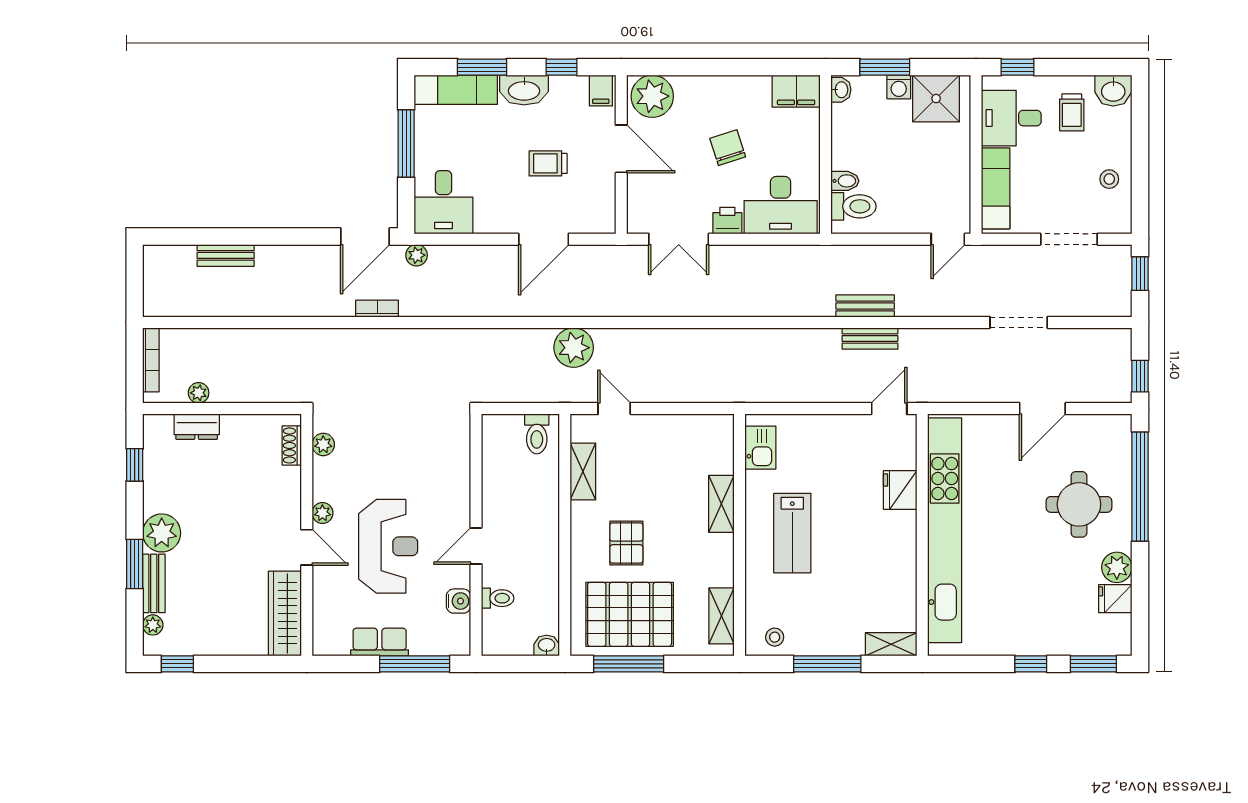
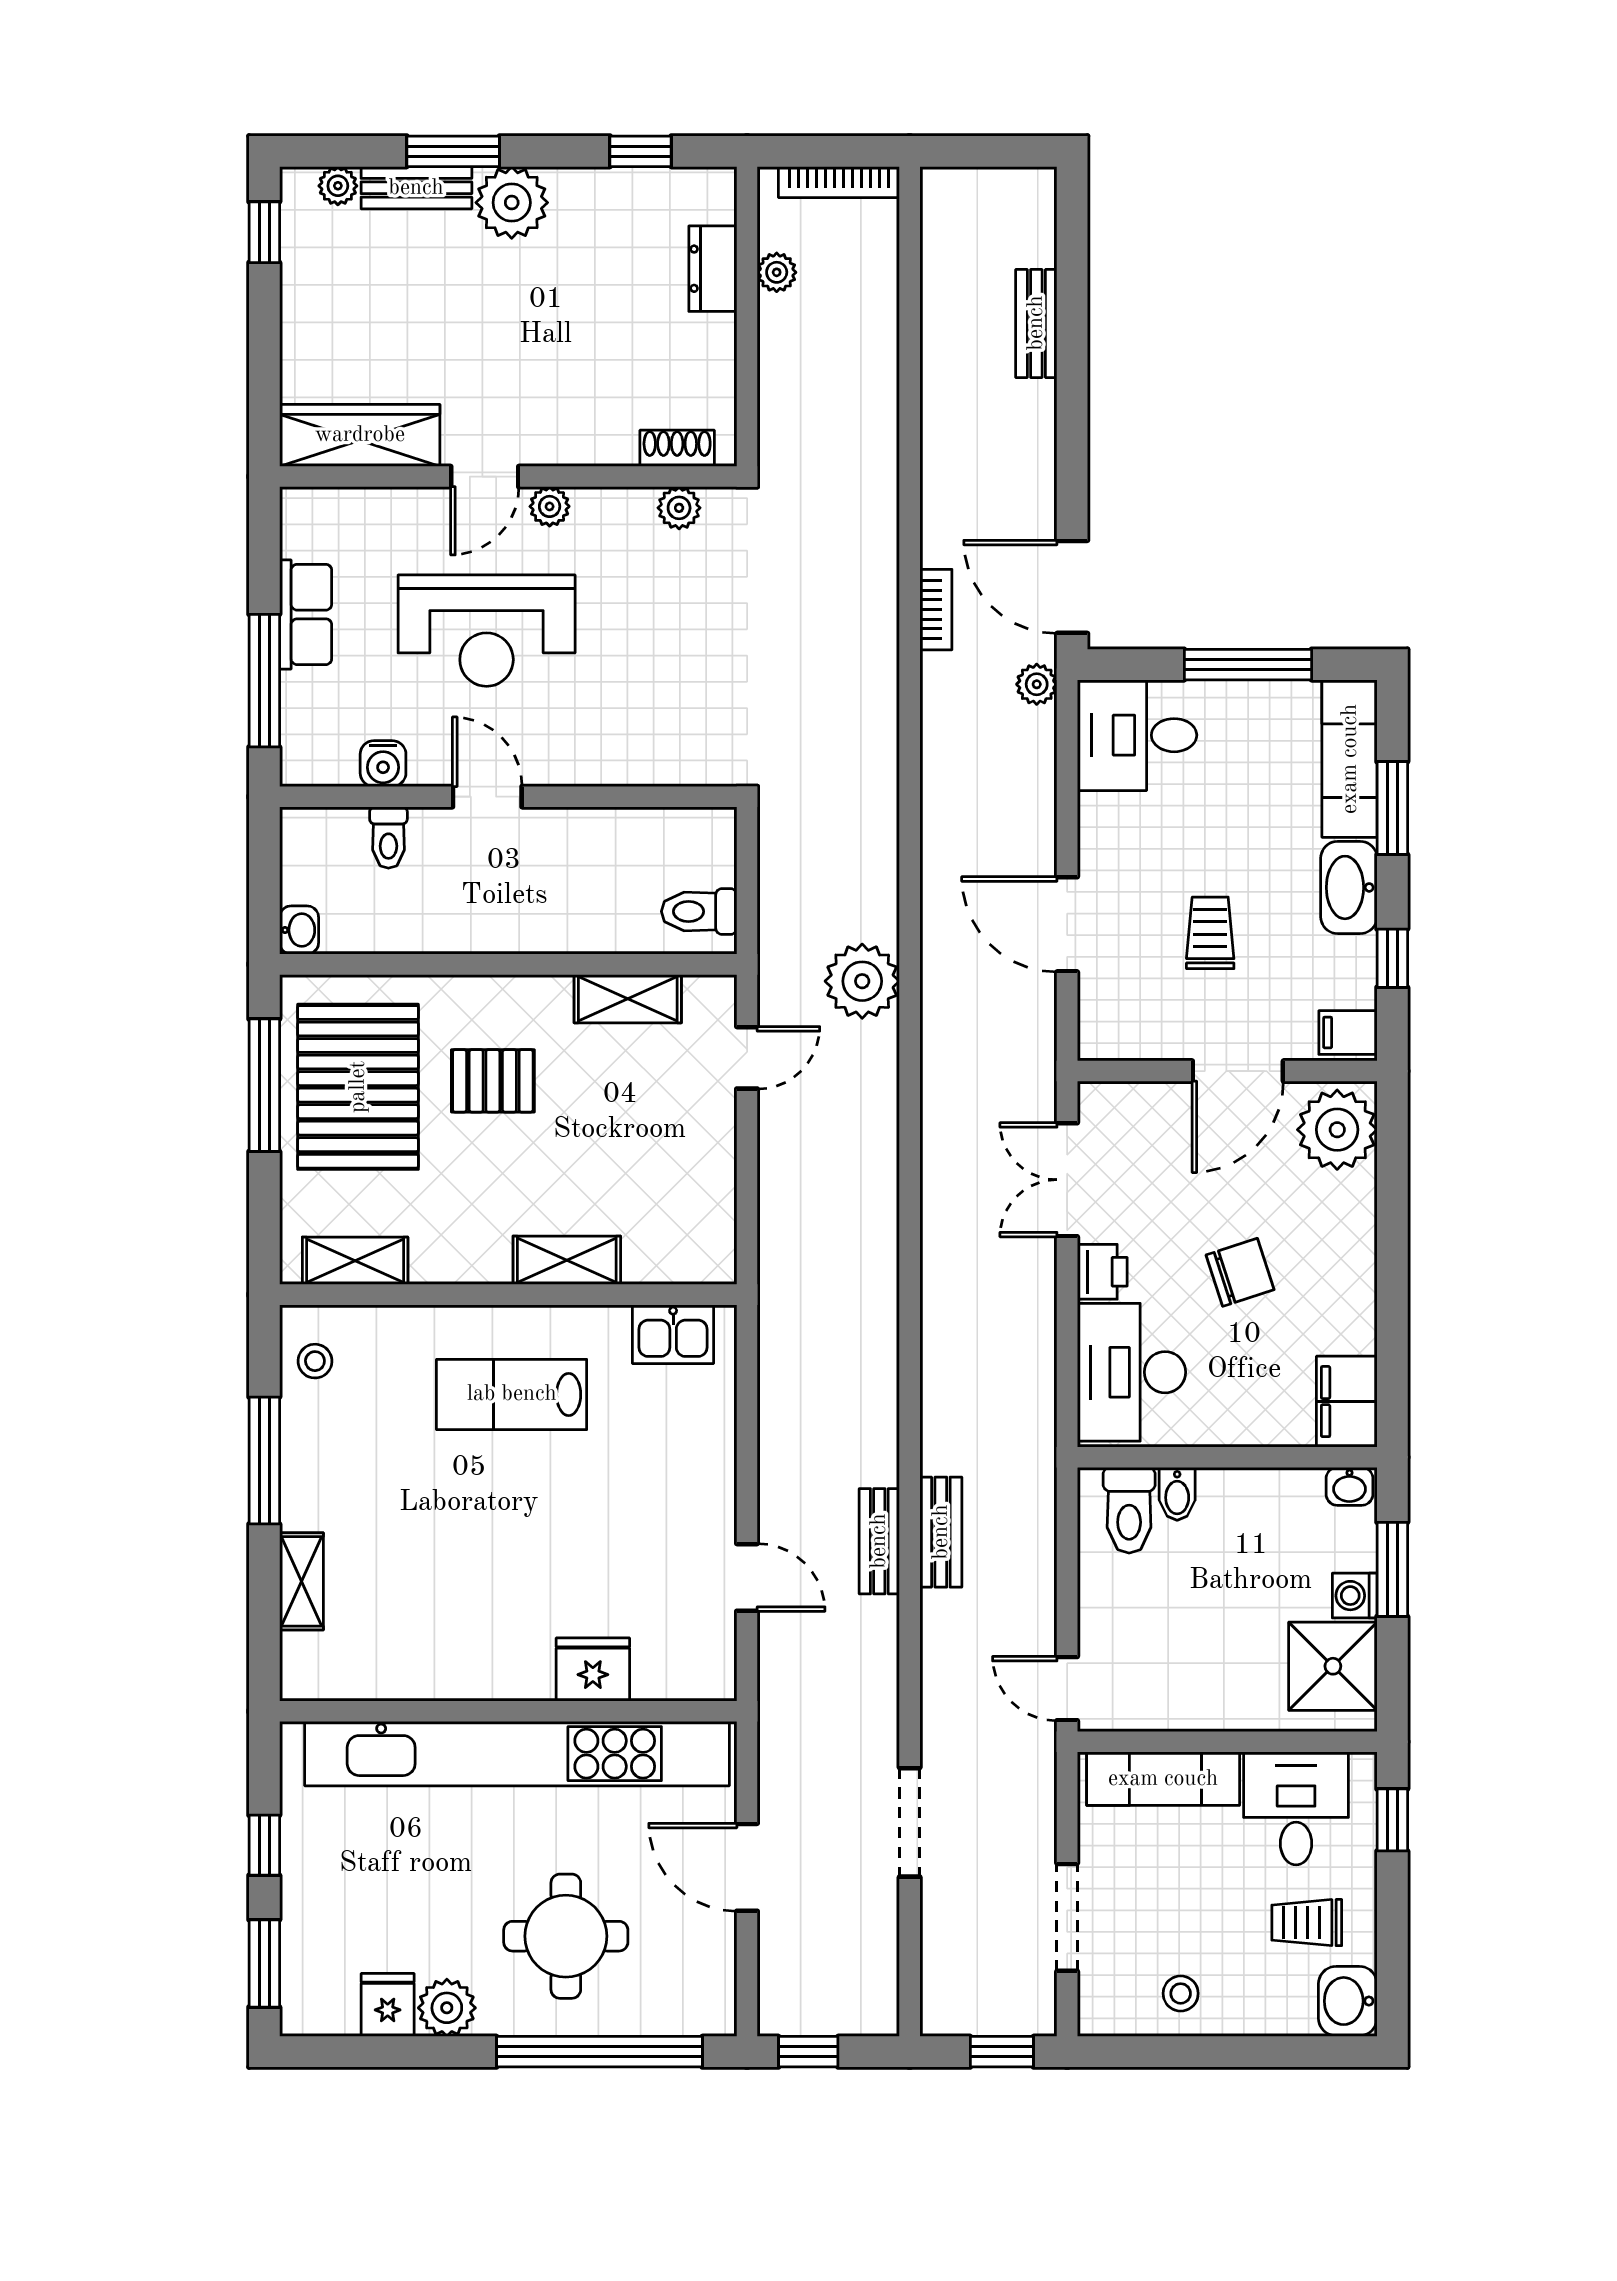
fridge: (900, 490) -> (593, 1670), moved
kitchen unit: (945, 530) -> (517, 1754), moved
wall: (922, 535) -> (508, 1711), moved

